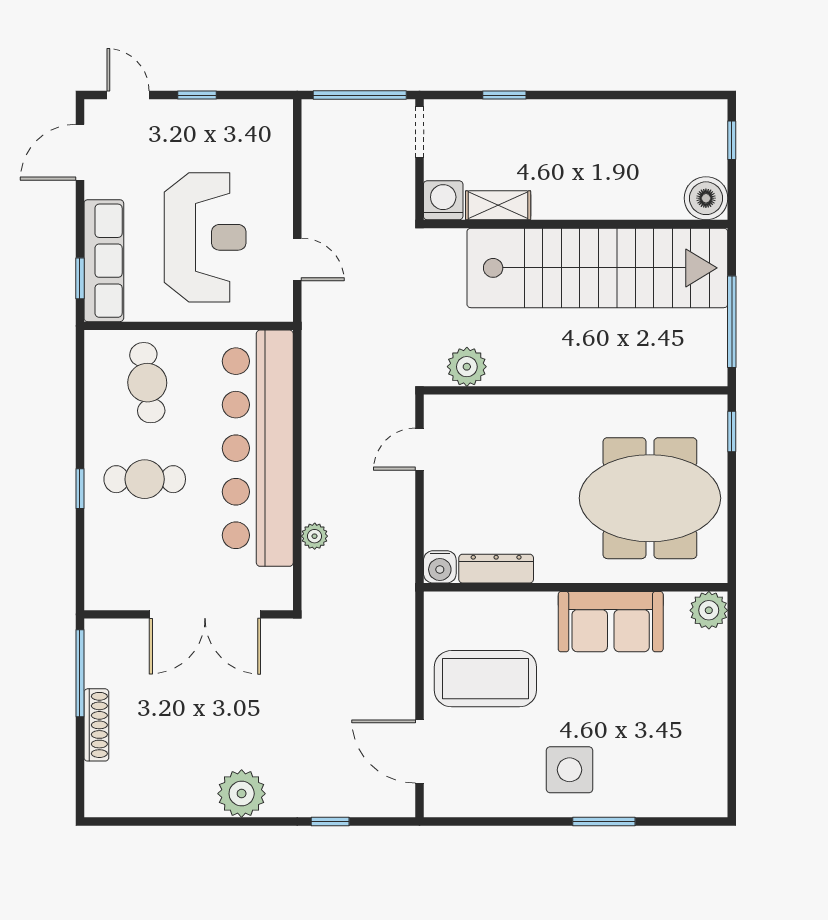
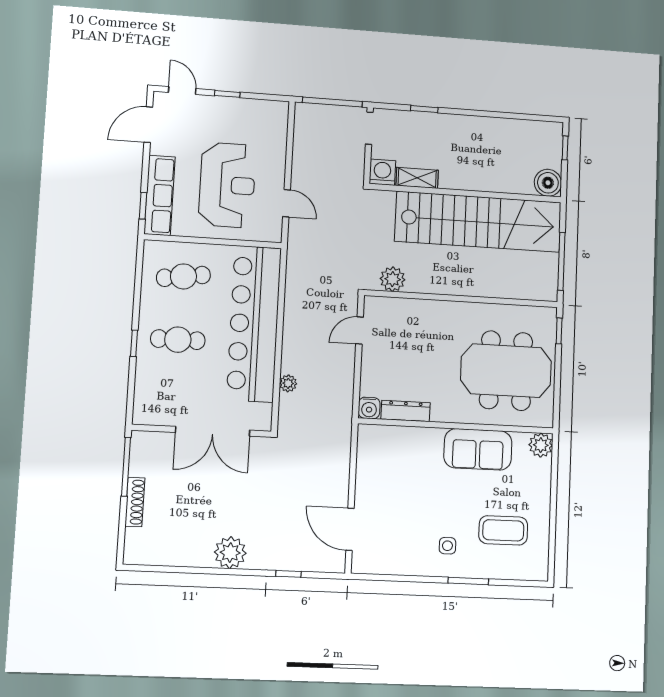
cafe table: (147, 383) -> (183, 276), turned 90
coffee table: (485, 679) -> (503, 530), moved, width x0.73, depth x0.76
side table: (570, 770) -> (447, 546), width x0.54, depth x0.54

